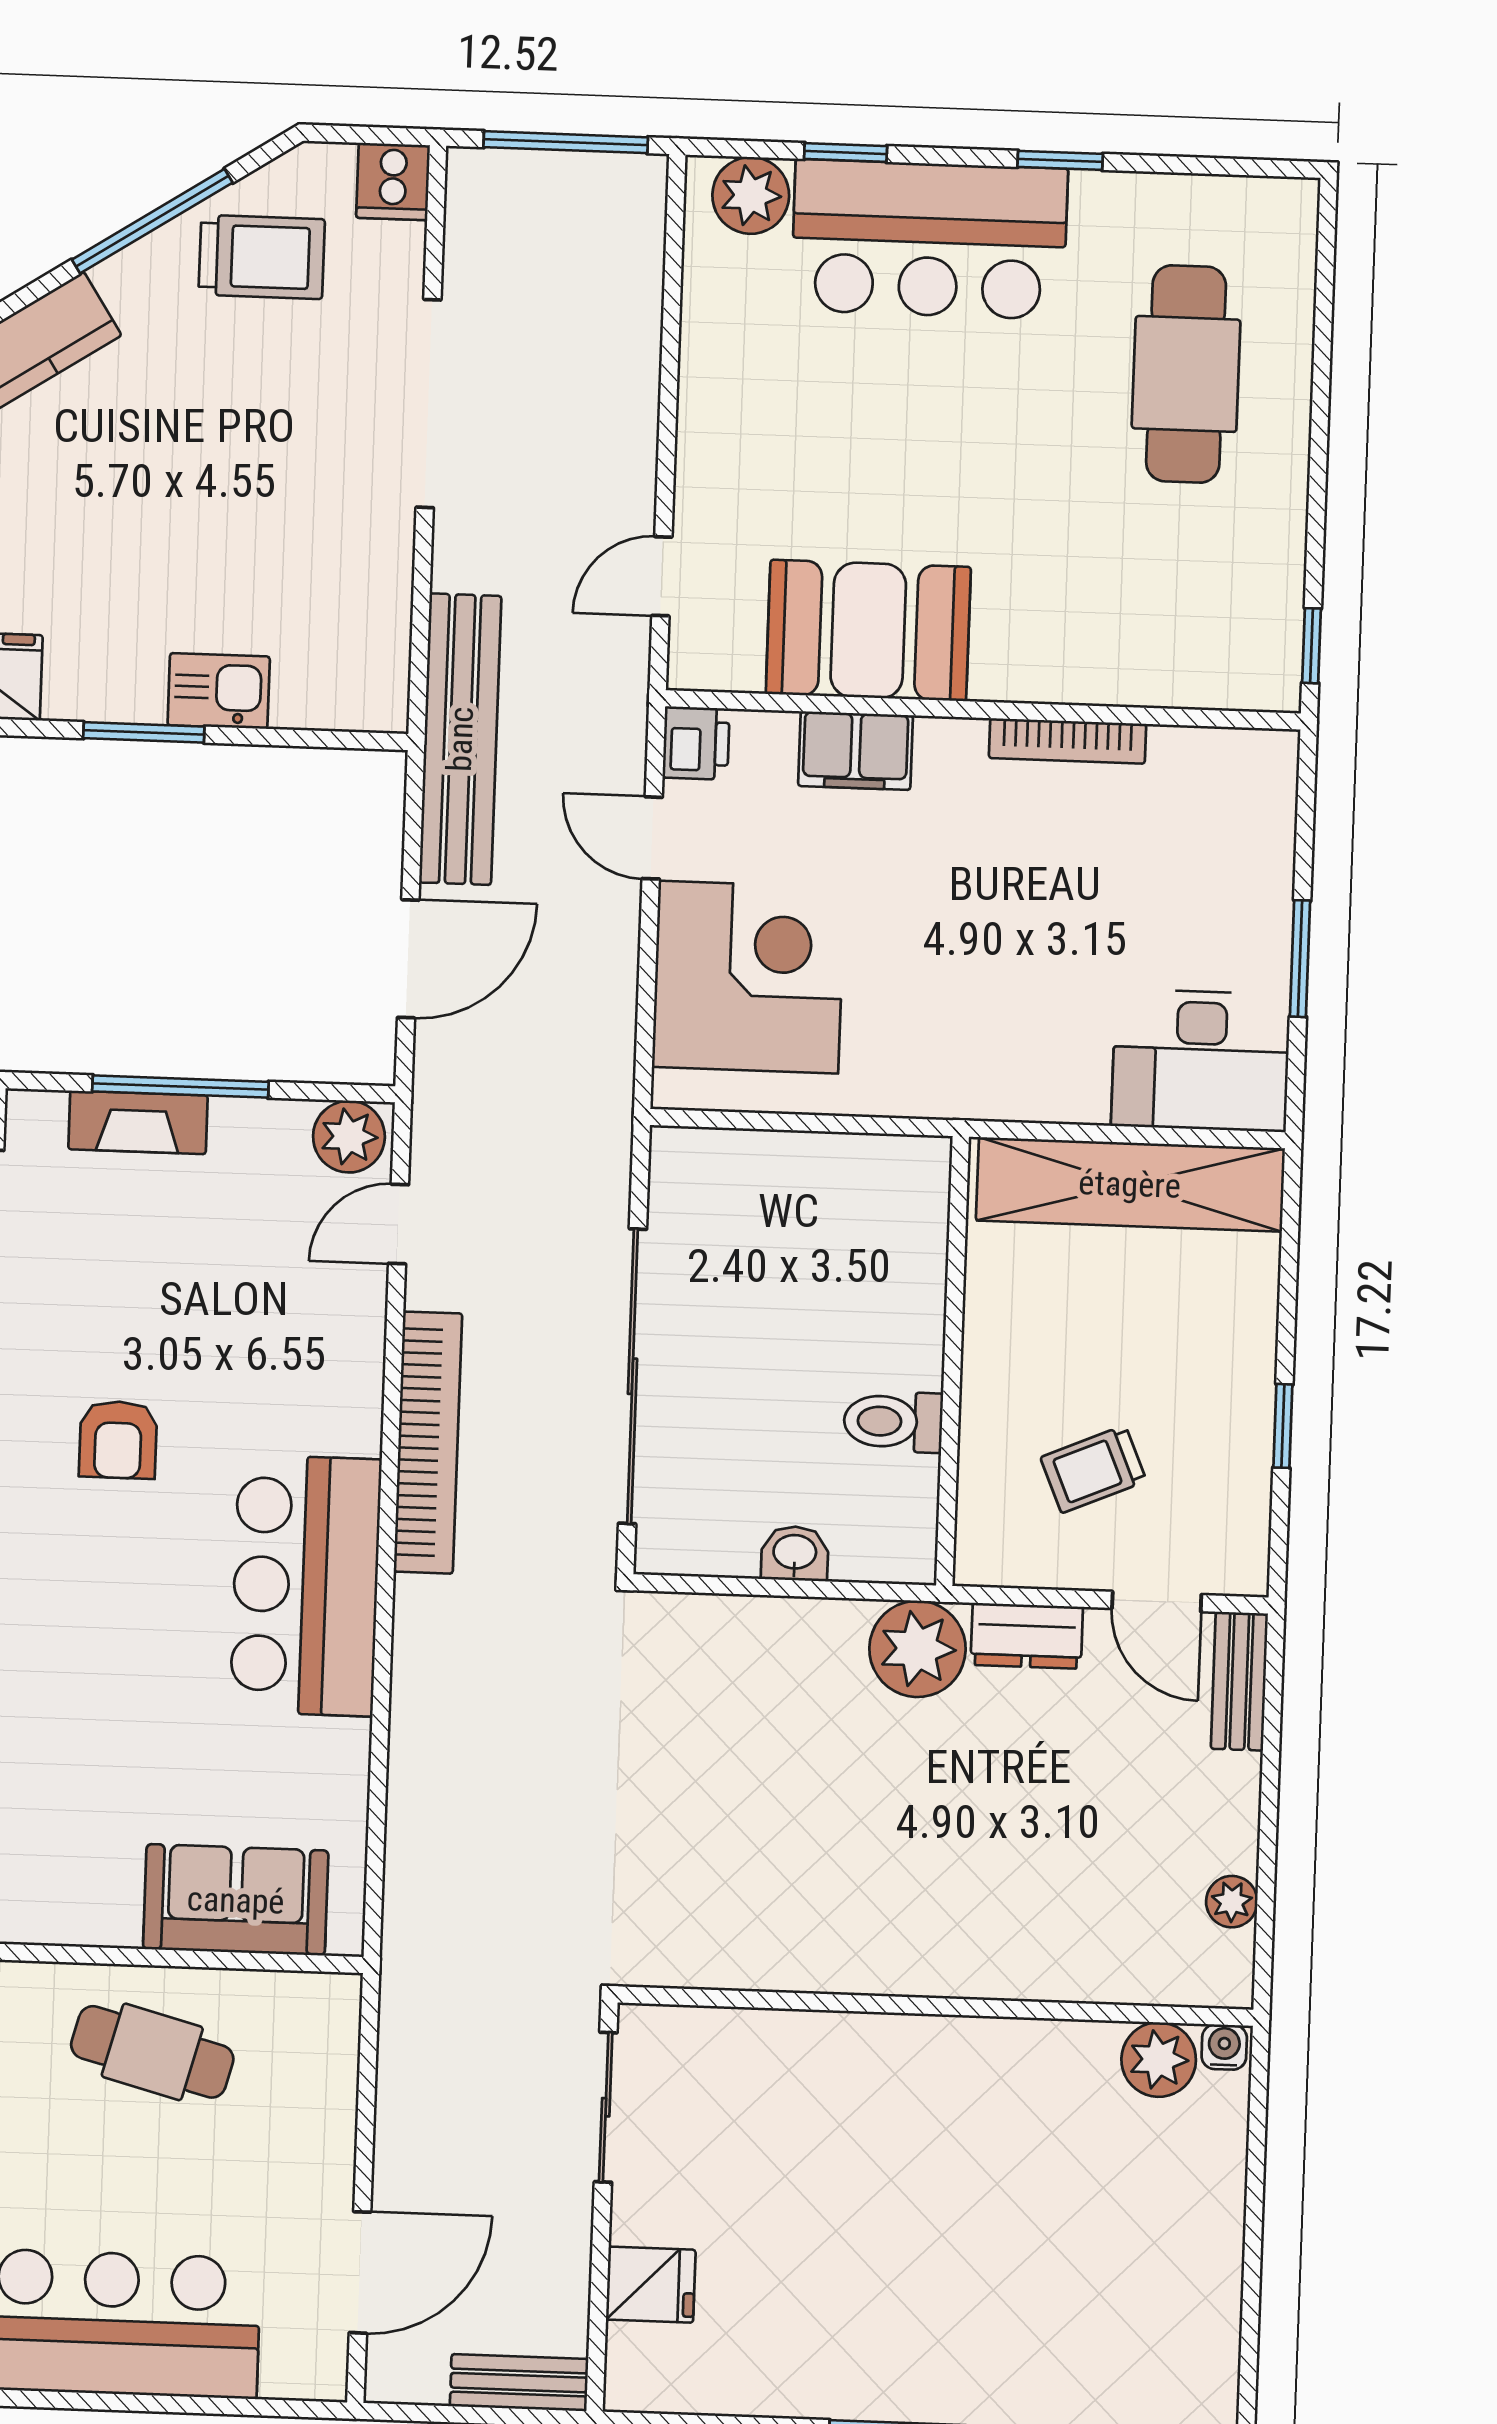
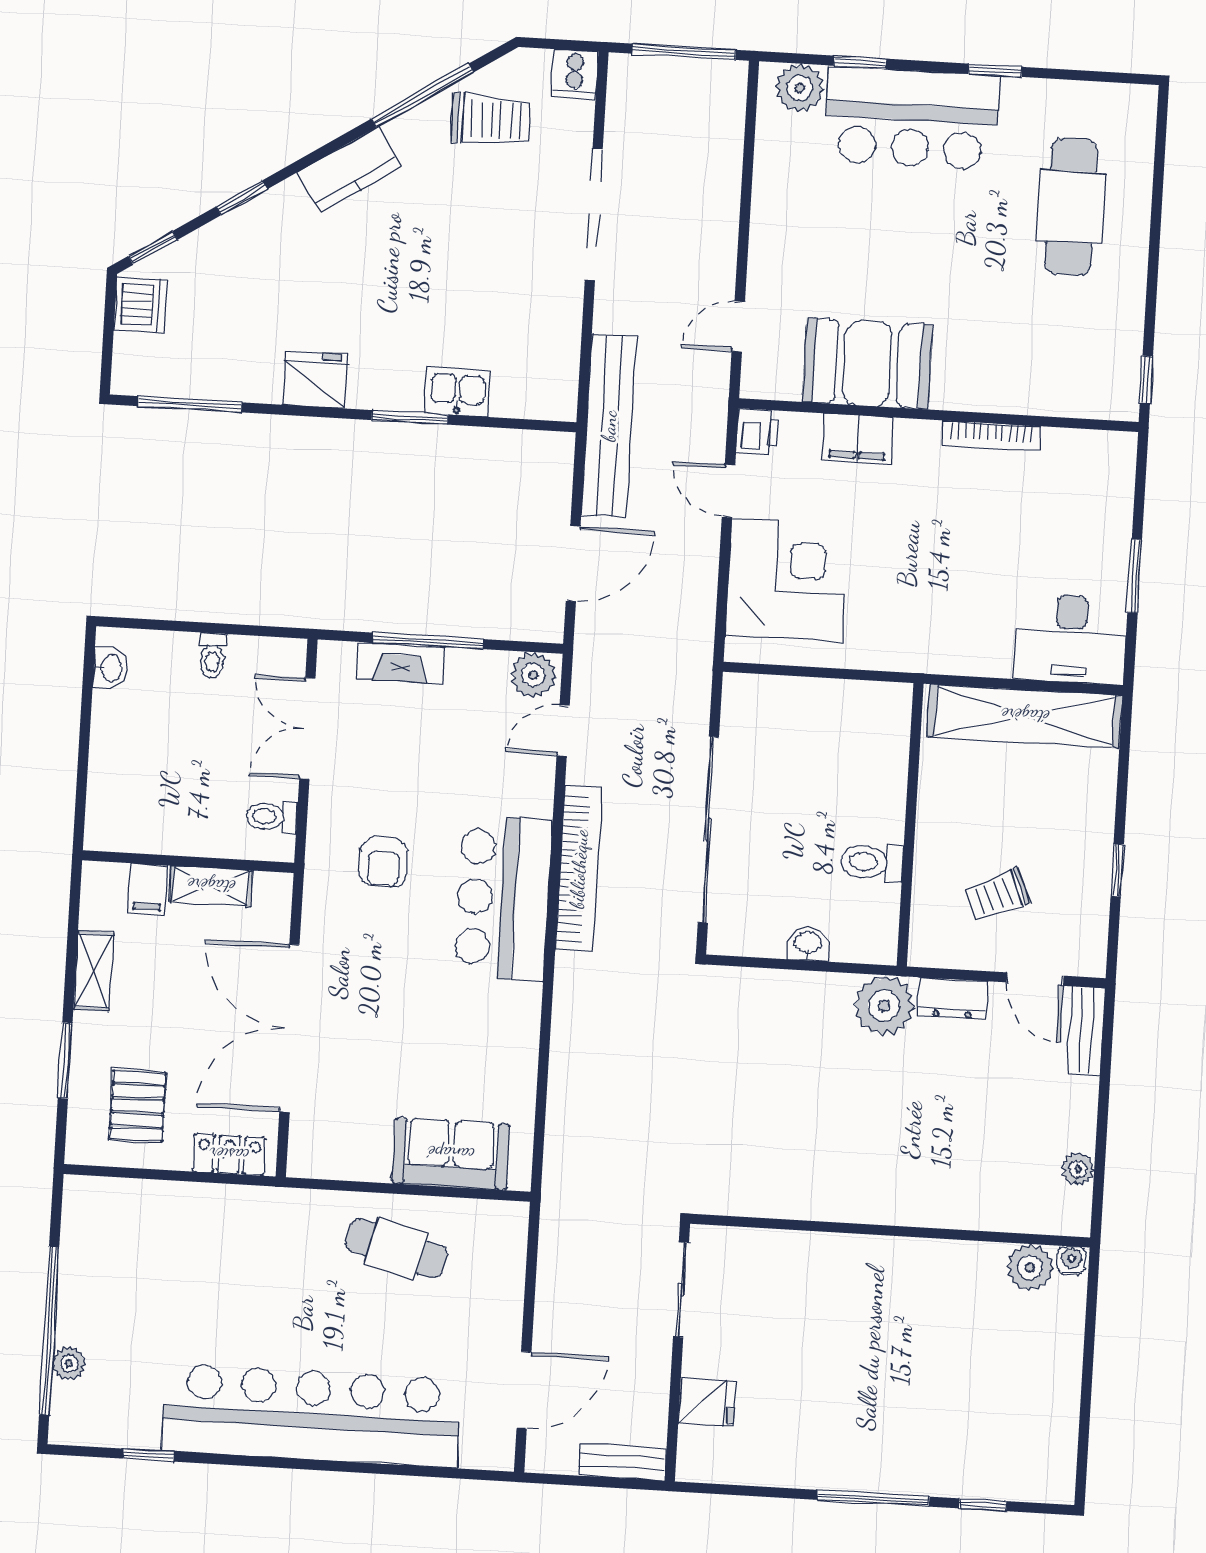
bar counter: (306, 1585) -> (503, 898), moved

